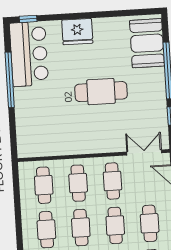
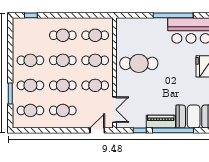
piano: (157, 88) -> (161, 122), added
cafe table: (101, 92) -> (139, 63), moved, turned 90

